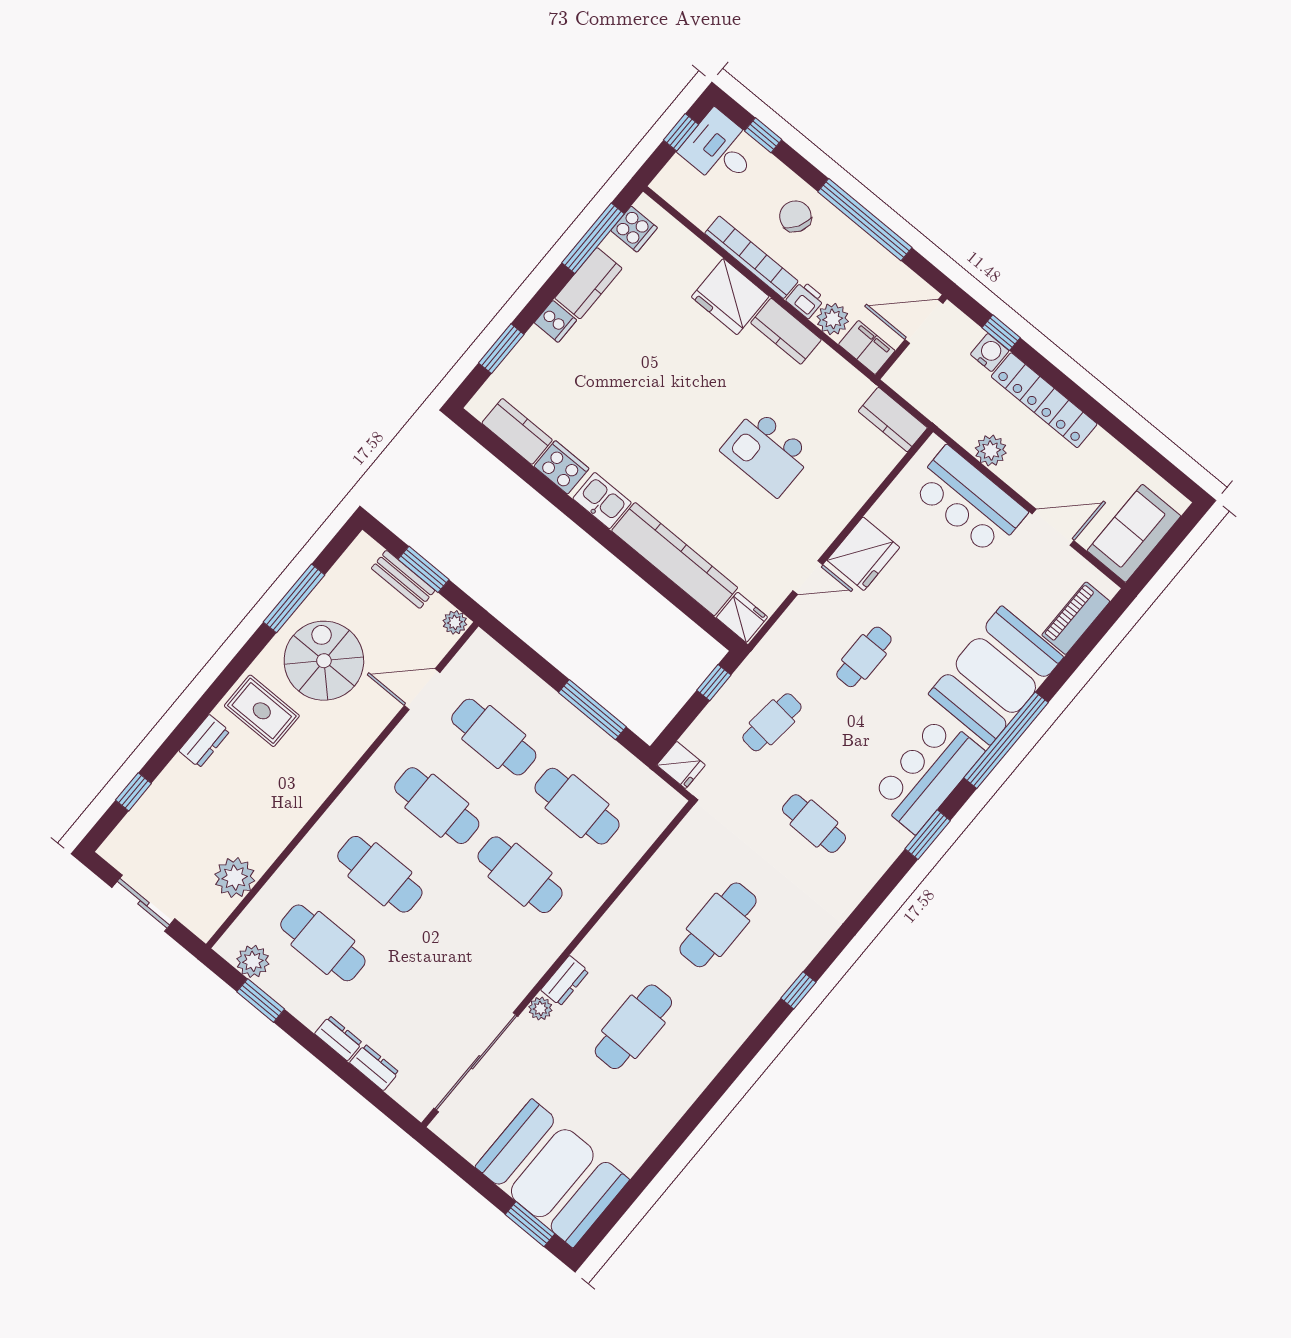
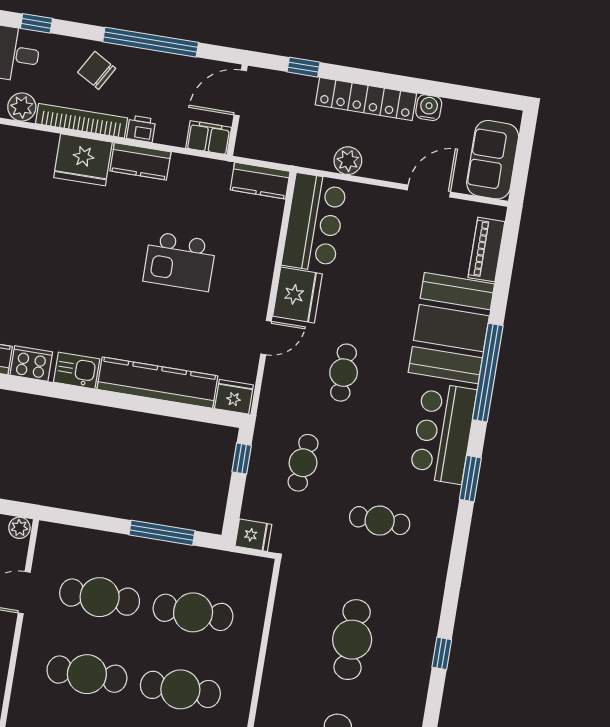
plant: (833, 319) -> (22, 107), moved
water cooler: (990, 353) -> (429, 108), moved
bar counter: (969, 501) -> (314, 223), moved, turned -90

